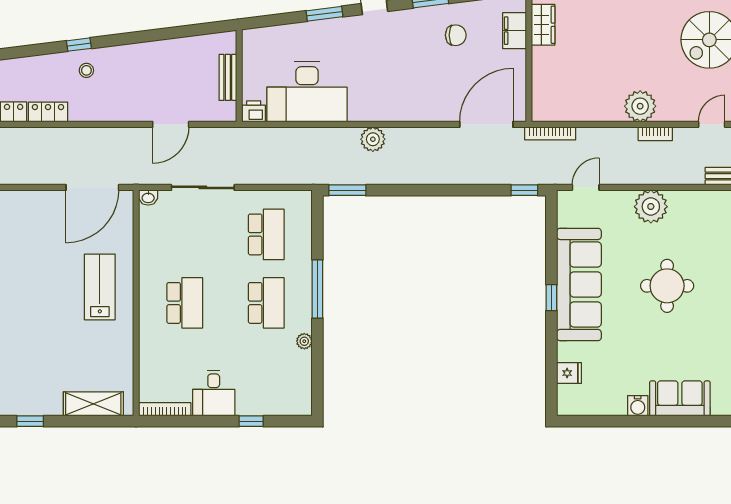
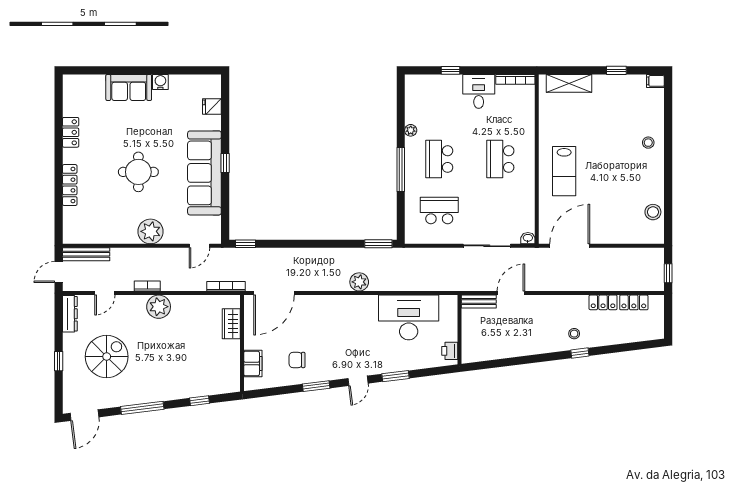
wardrobe: (543, 25) -> (231, 324), moved
bench: (228, 77) -> (479, 302), moved, turned 90
printer: (254, 111) -> (450, 351), moved, turned 90
school desk: (266, 234) -> (439, 210), turned 90

